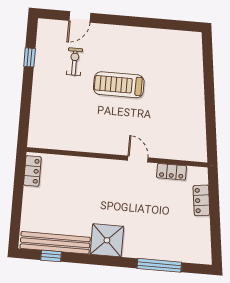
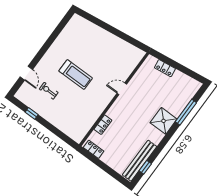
treadmill: (119, 85) -> (76, 75), turned -90
locker: (172, 172) -> (103, 125), moved
shower: (107, 240) -> (163, 121), moved

